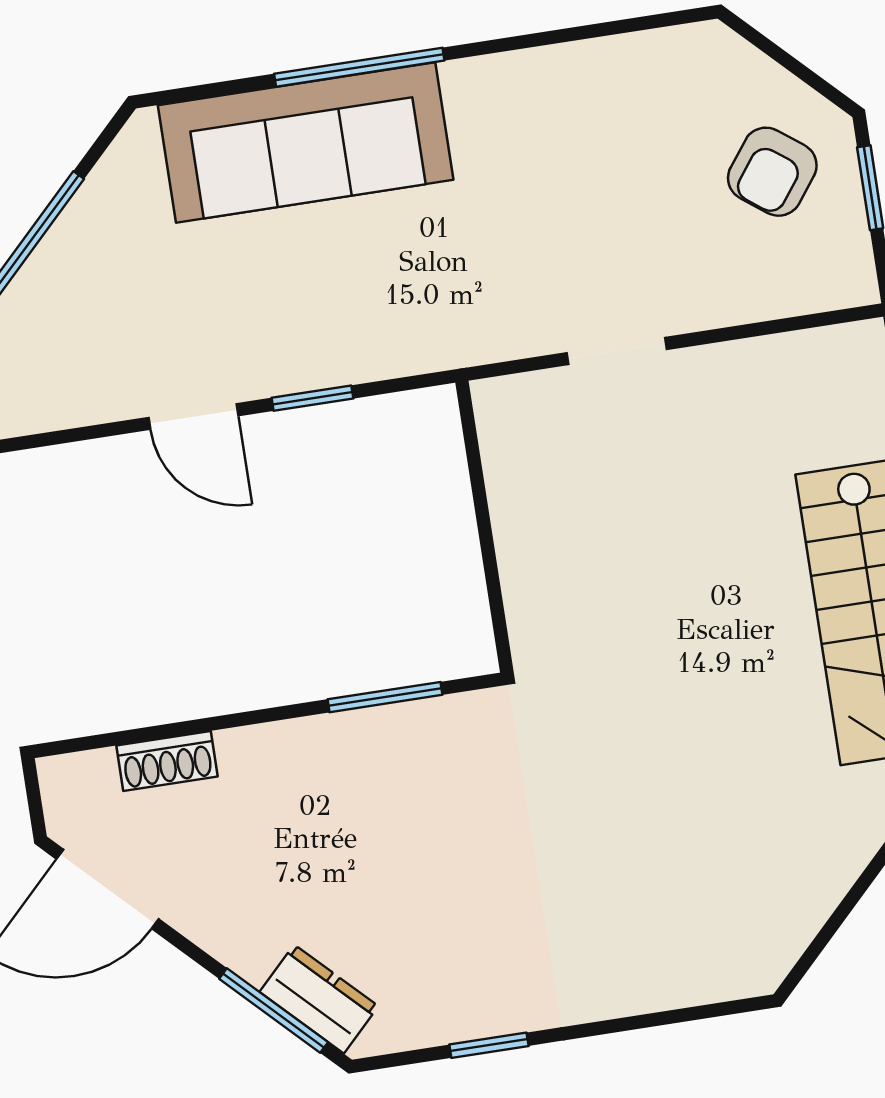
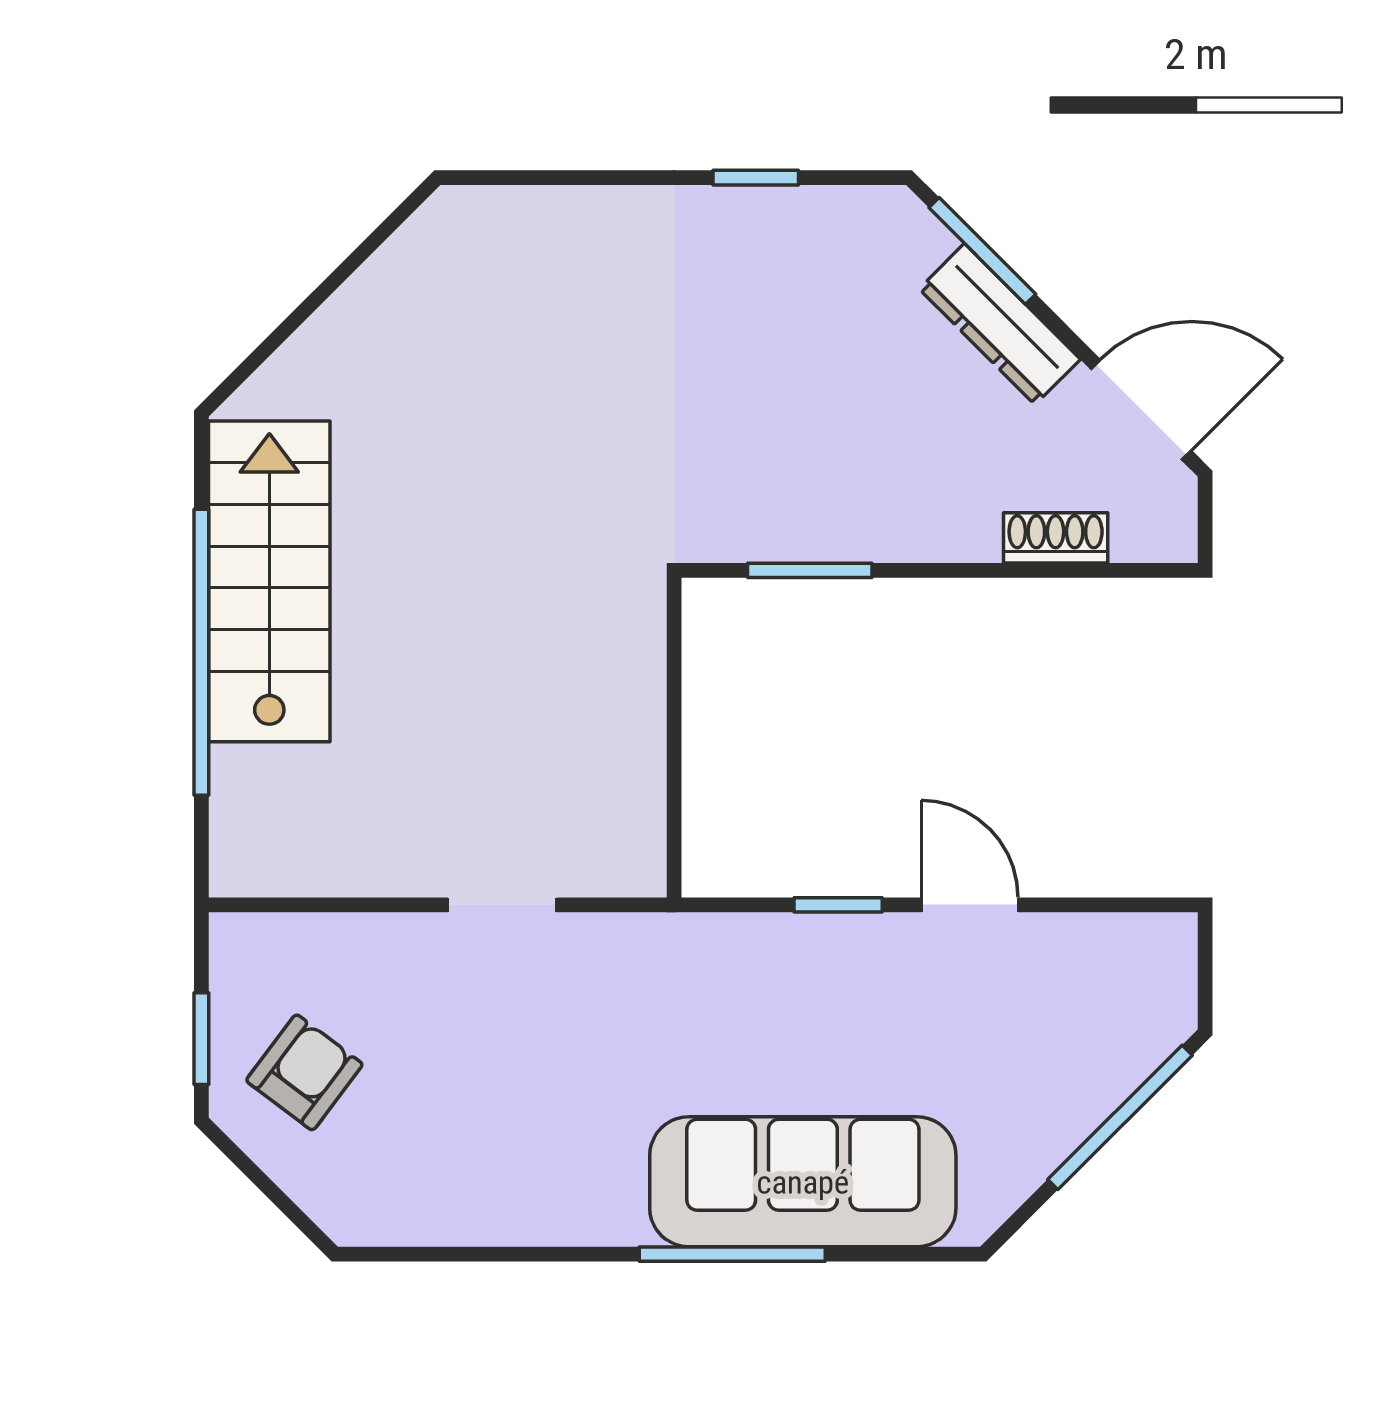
dresser: (319, 999) -> (1000, 324), moved, width x1.44

